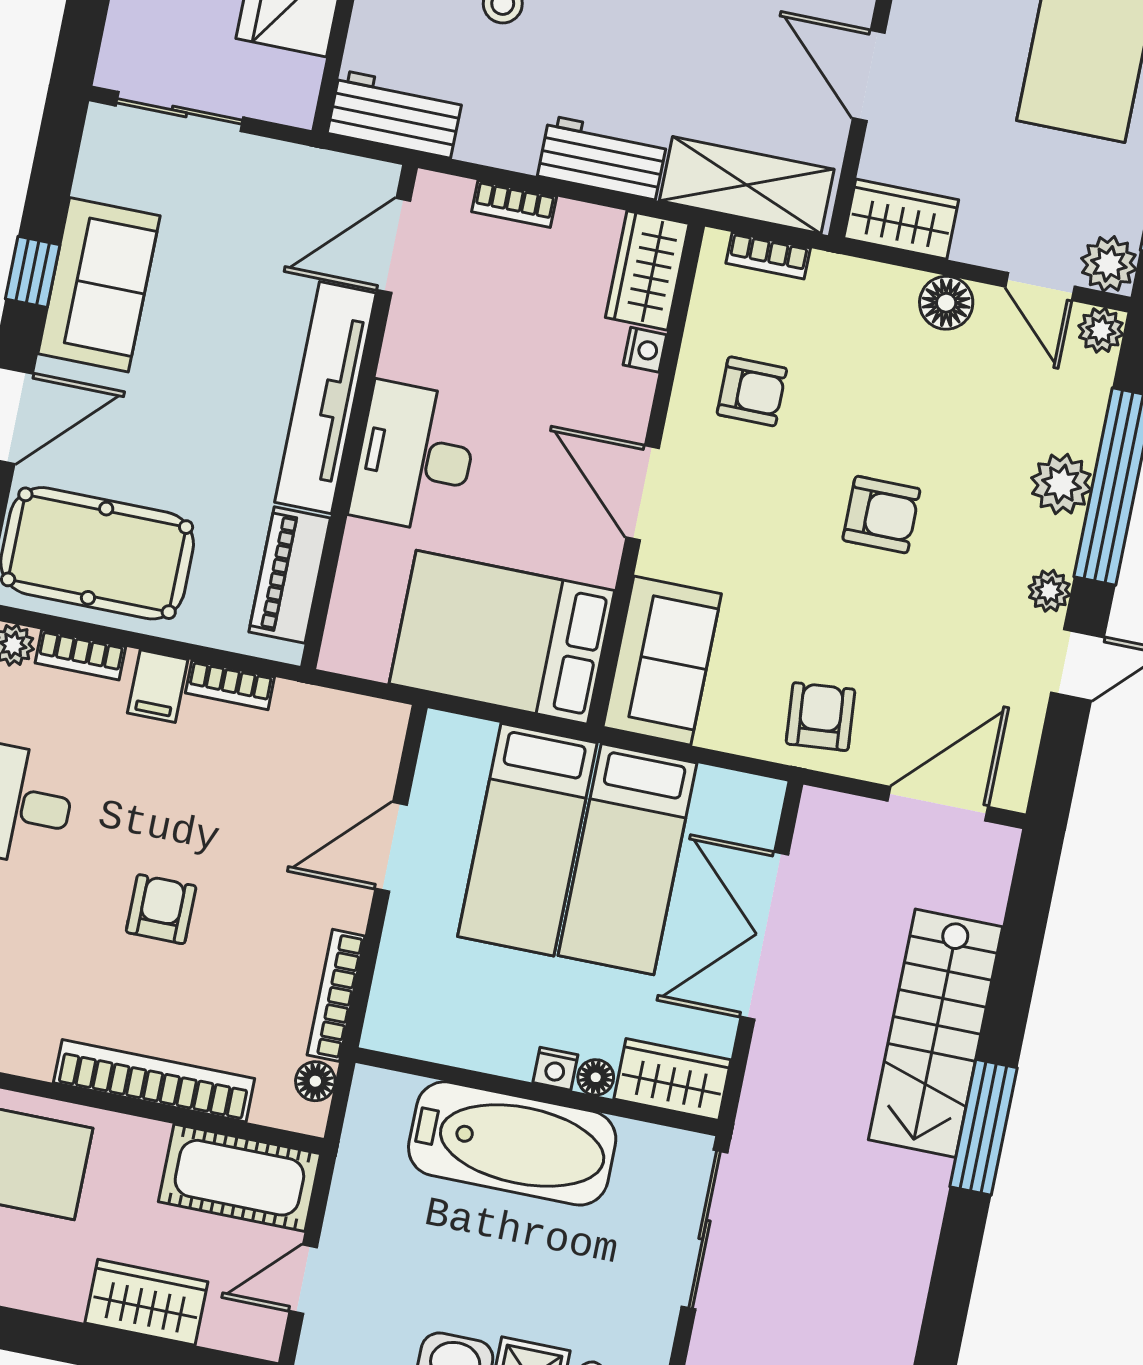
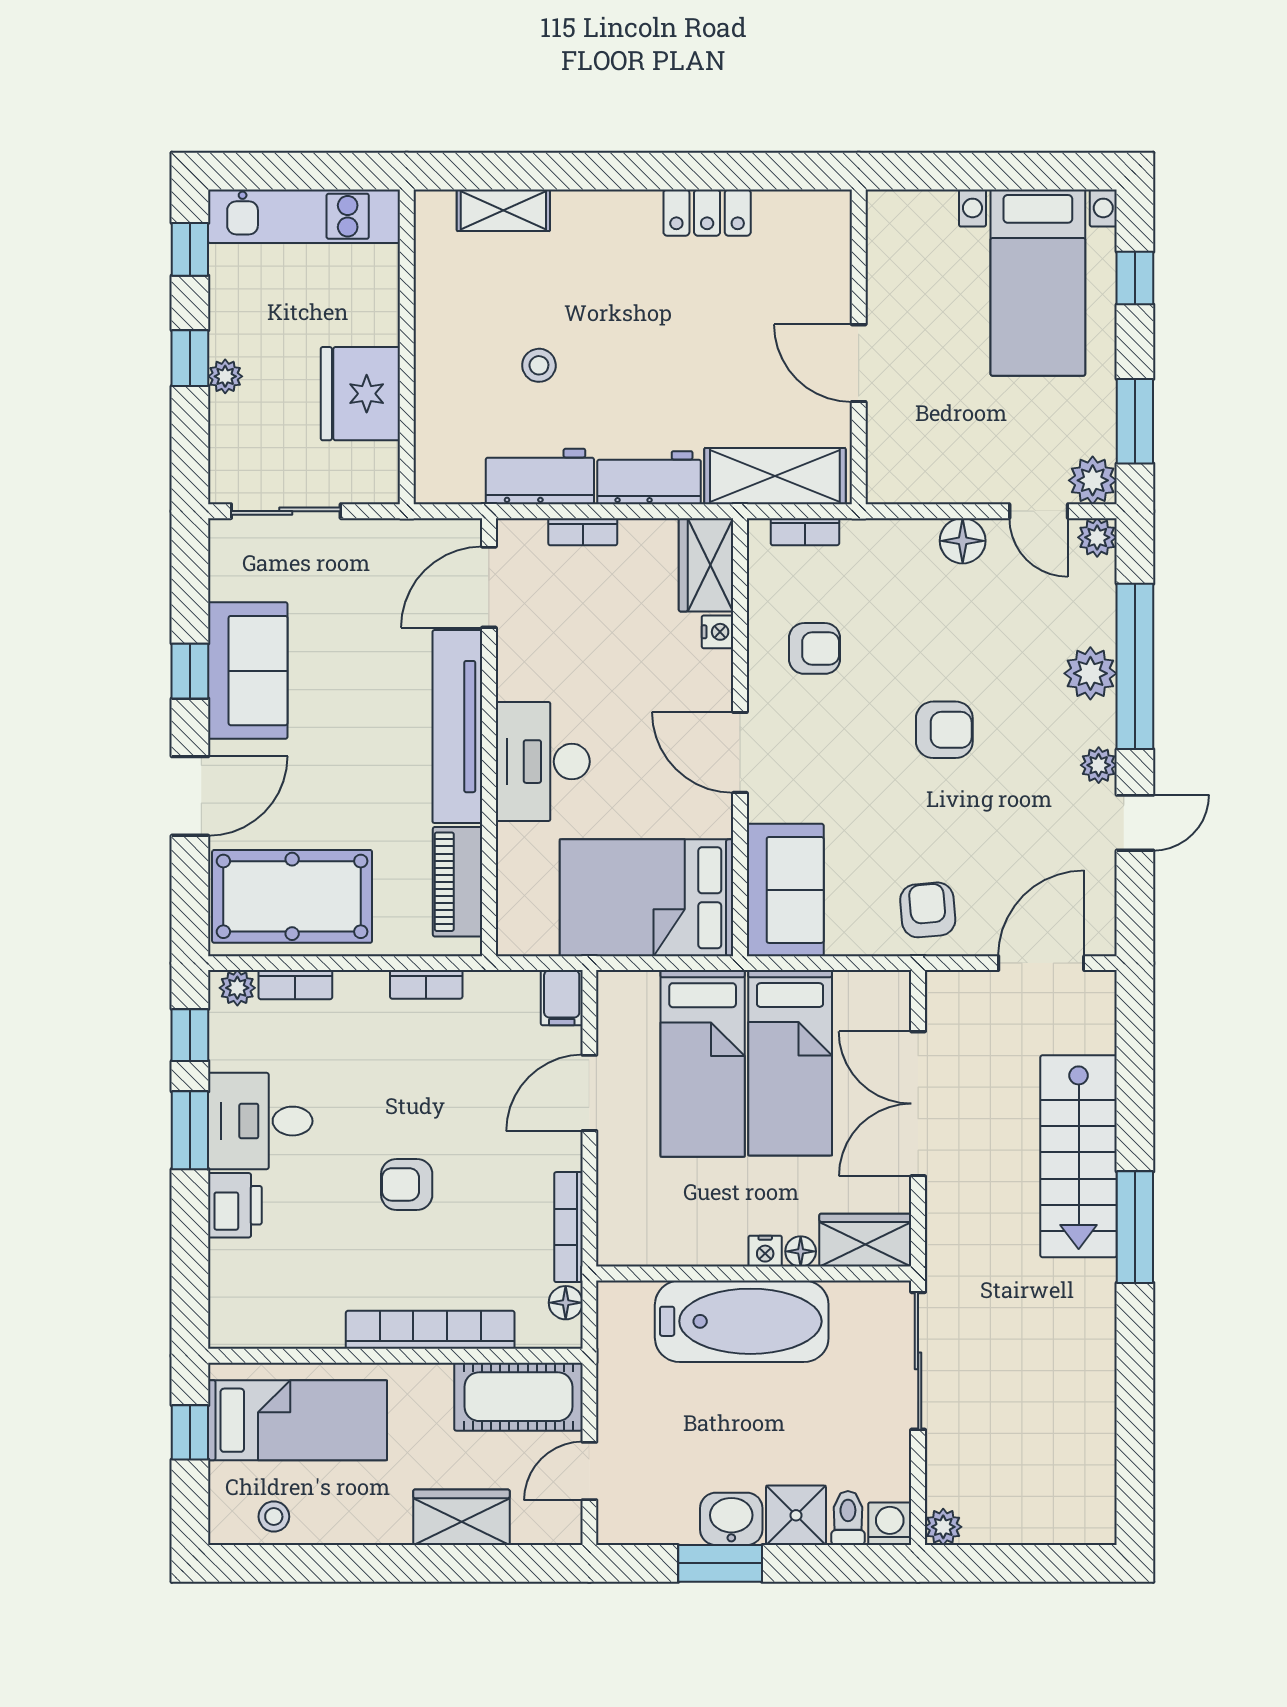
workbench: (395, 114) -> (540, 476), moved
wardrobe: (901, 219) -> (911, 478), removed
filing cabinet: (158, 686) -> (562, 998), moved
armchair: (161, 909) -> (407, 1184), turned -90

